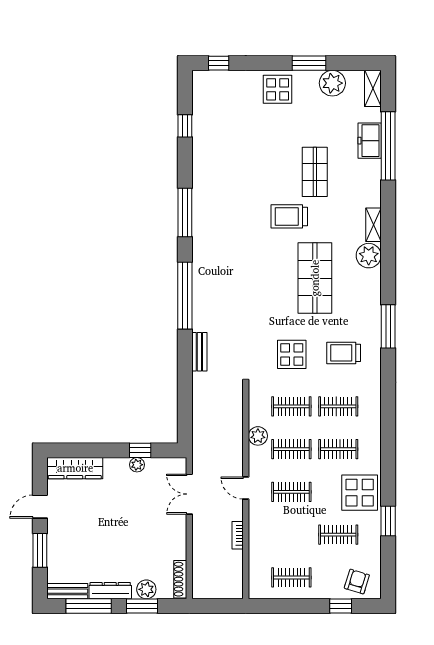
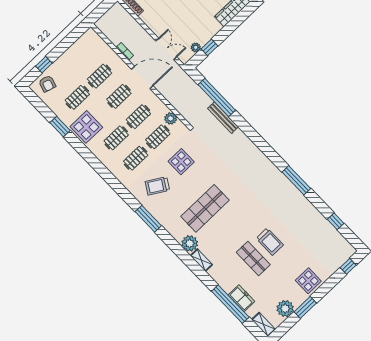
trolley: (289, 216) -> (270, 242), moved, turned 90
shop shelf: (315, 278) -> (205, 208), turned 90
window: (185, 296) -> (217, 97), moved
bench: (199, 352) -> (223, 118), width x1.36
trolley: (344, 353) -> (157, 186), turned -149
plant: (258, 436) -> (171, 118), moved
plant: (137, 465) -> (196, 47), moved
door: (246, 488) -> (142, 77), width x1.87
clothes rail: (291, 577) -> (100, 76), moved

